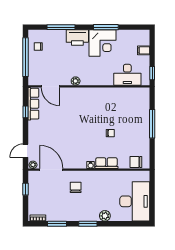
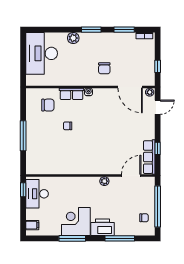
filing cabinet: (144, 50) -> (32, 225), moved
desk: (127, 75) -> (37, 194), moved, turned -90
door: (50, 86) -> (131, 176), hinge flipped
chair: (136, 162) -> (48, 105), moved

